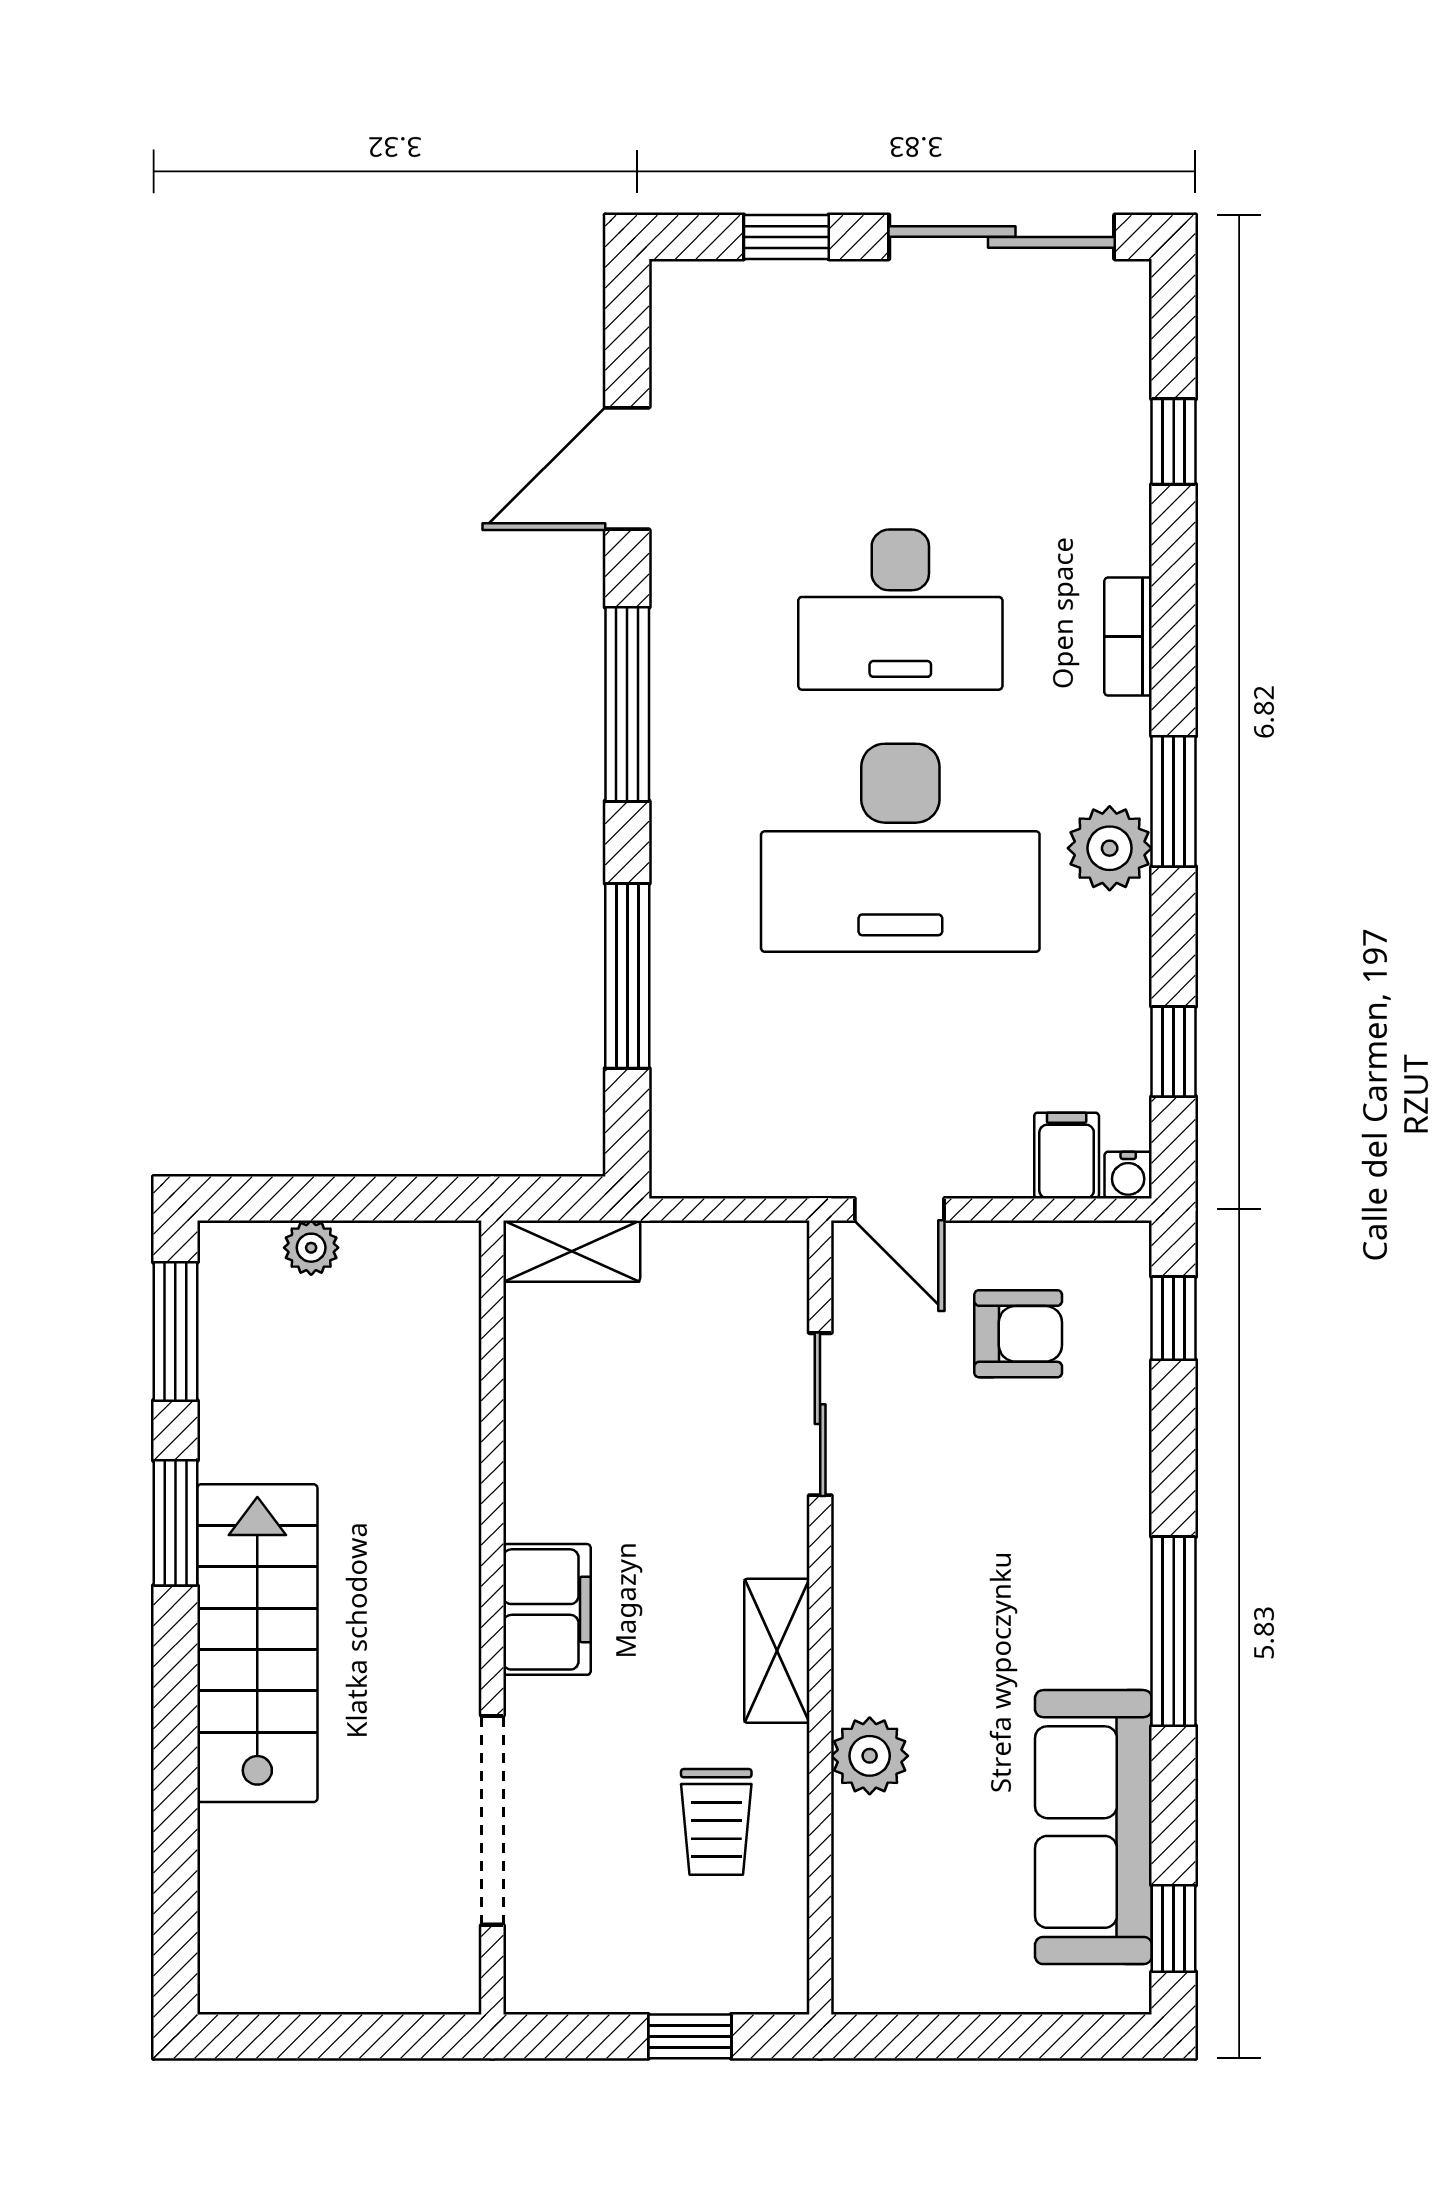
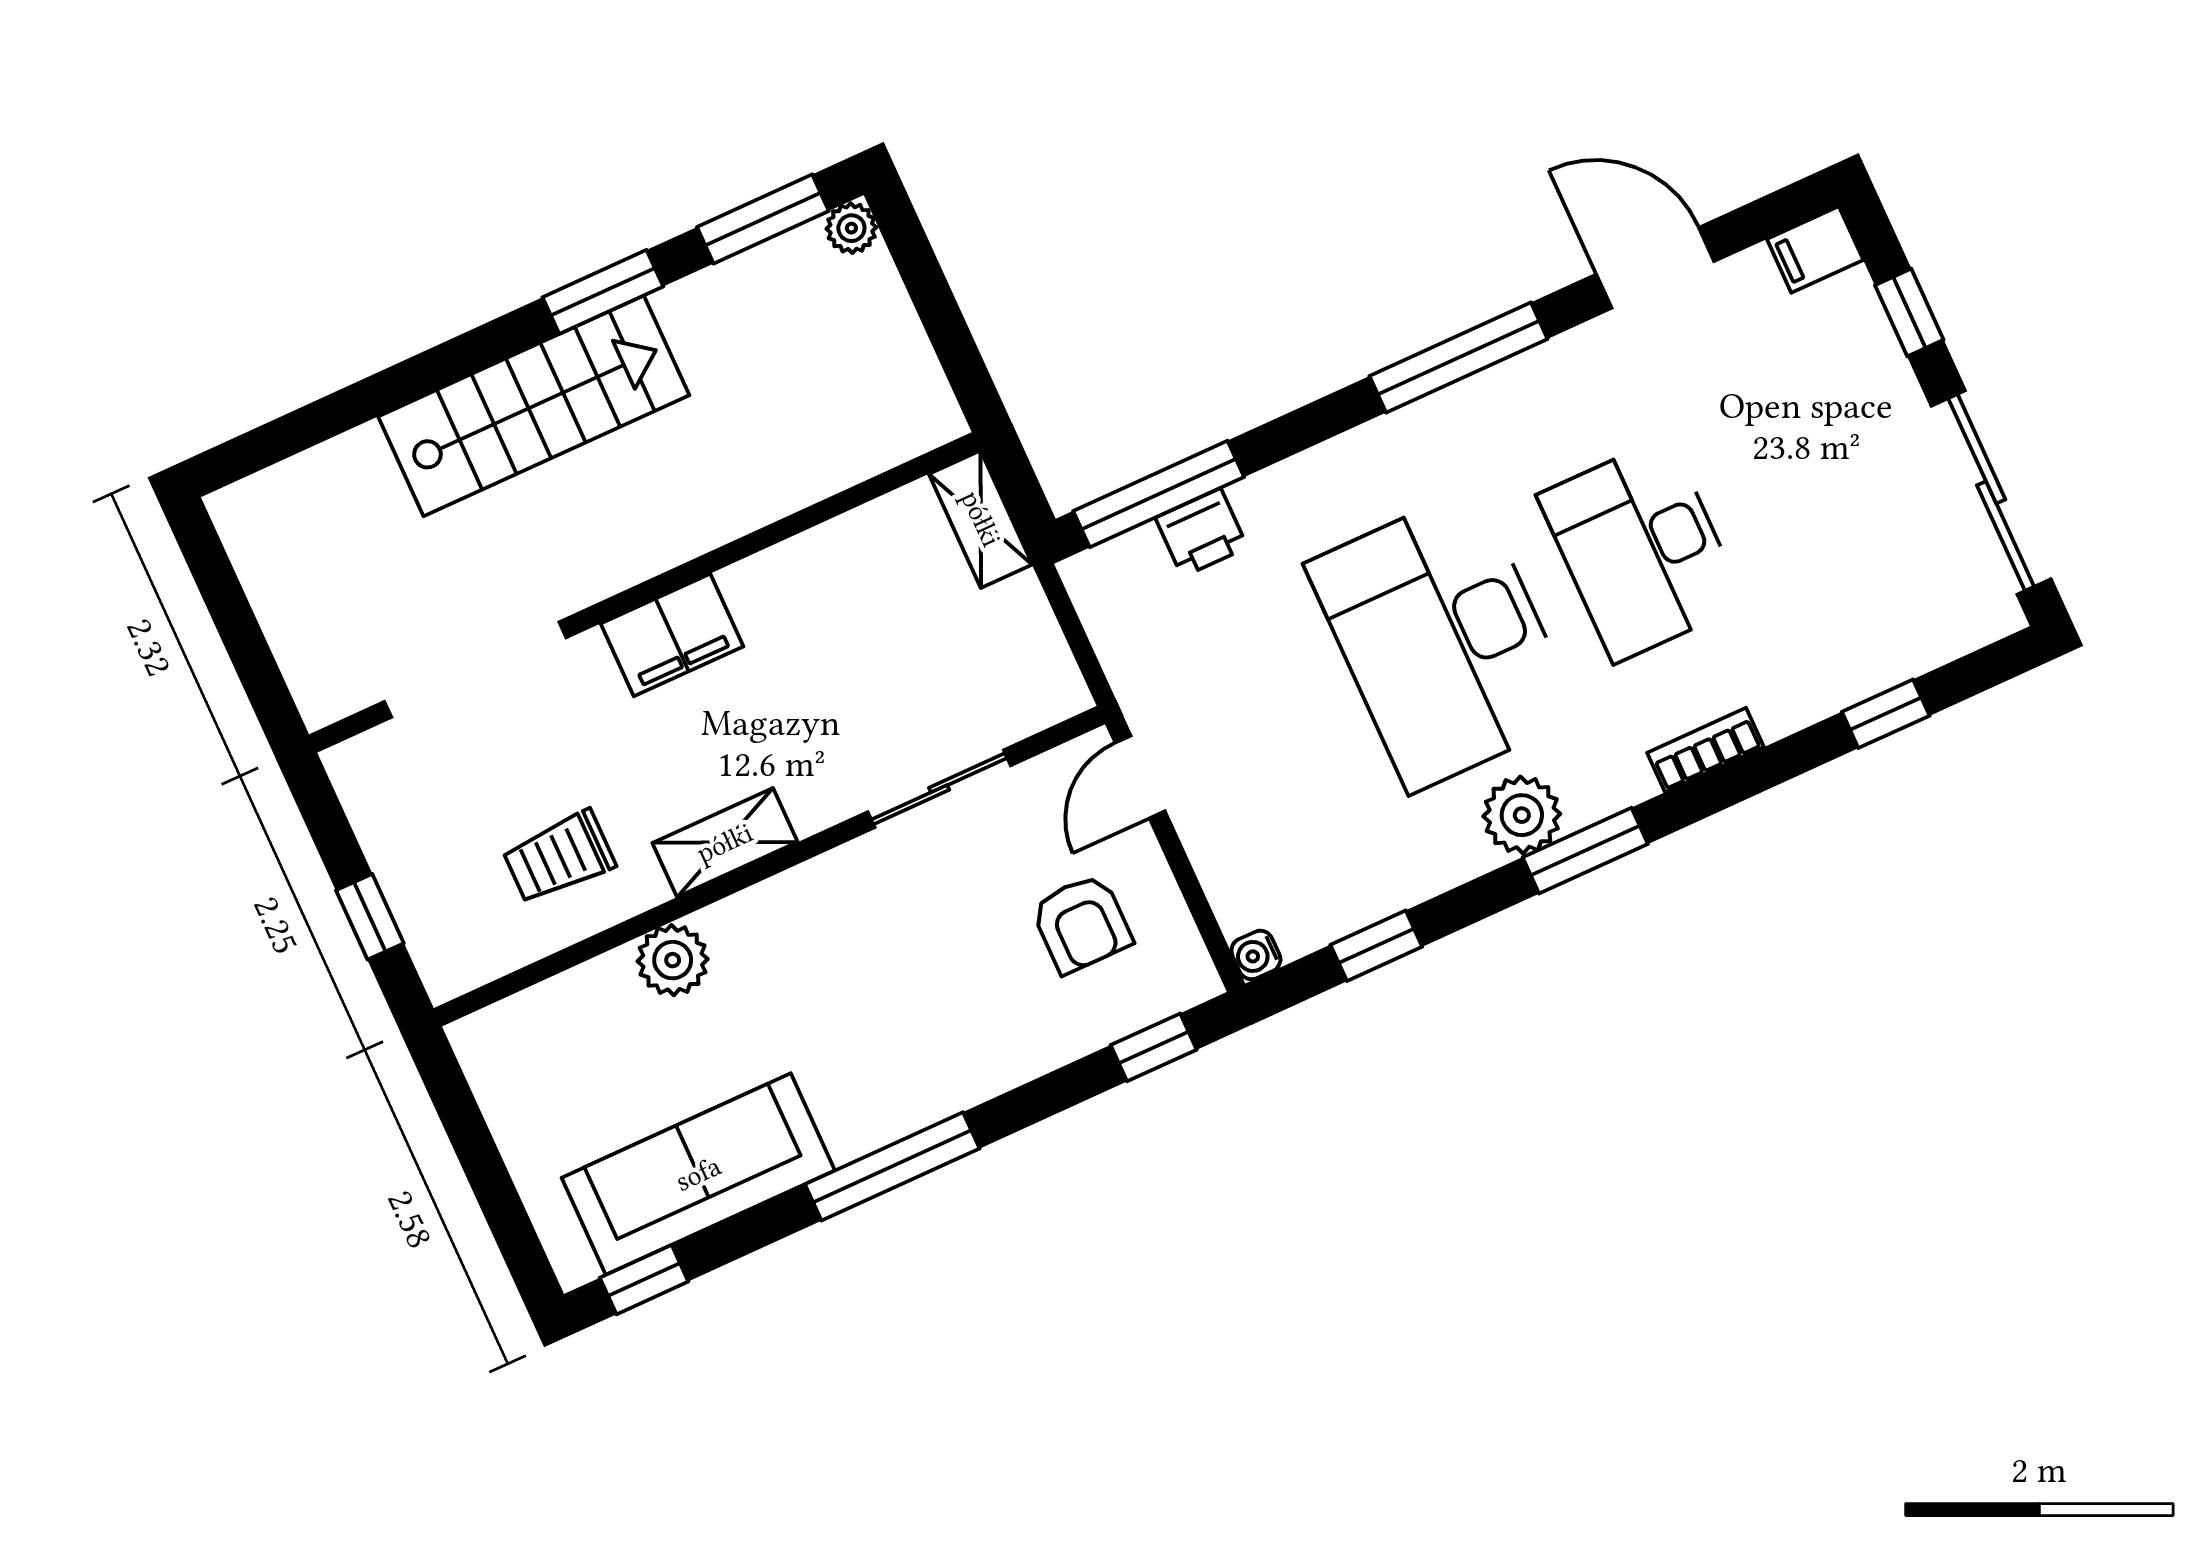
window: (627, 976) -> (1159, 494), moved
printer: (685, 1038) -> (1201, 533), added
filing cabinet: (1067, 1156) -> (1815, 250), moved, turned 180
plant: (311, 1248) -> (851, 228), moved

